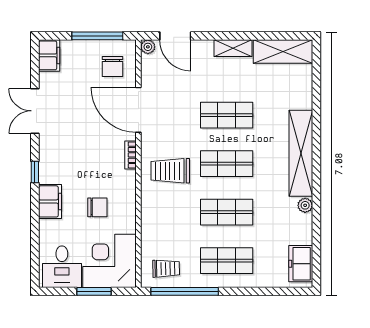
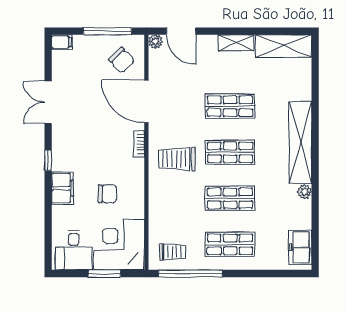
filing cabinet: (49, 55) -> (62, 42), width x0.50
chair: (112, 67) -> (122, 60), turned -43

